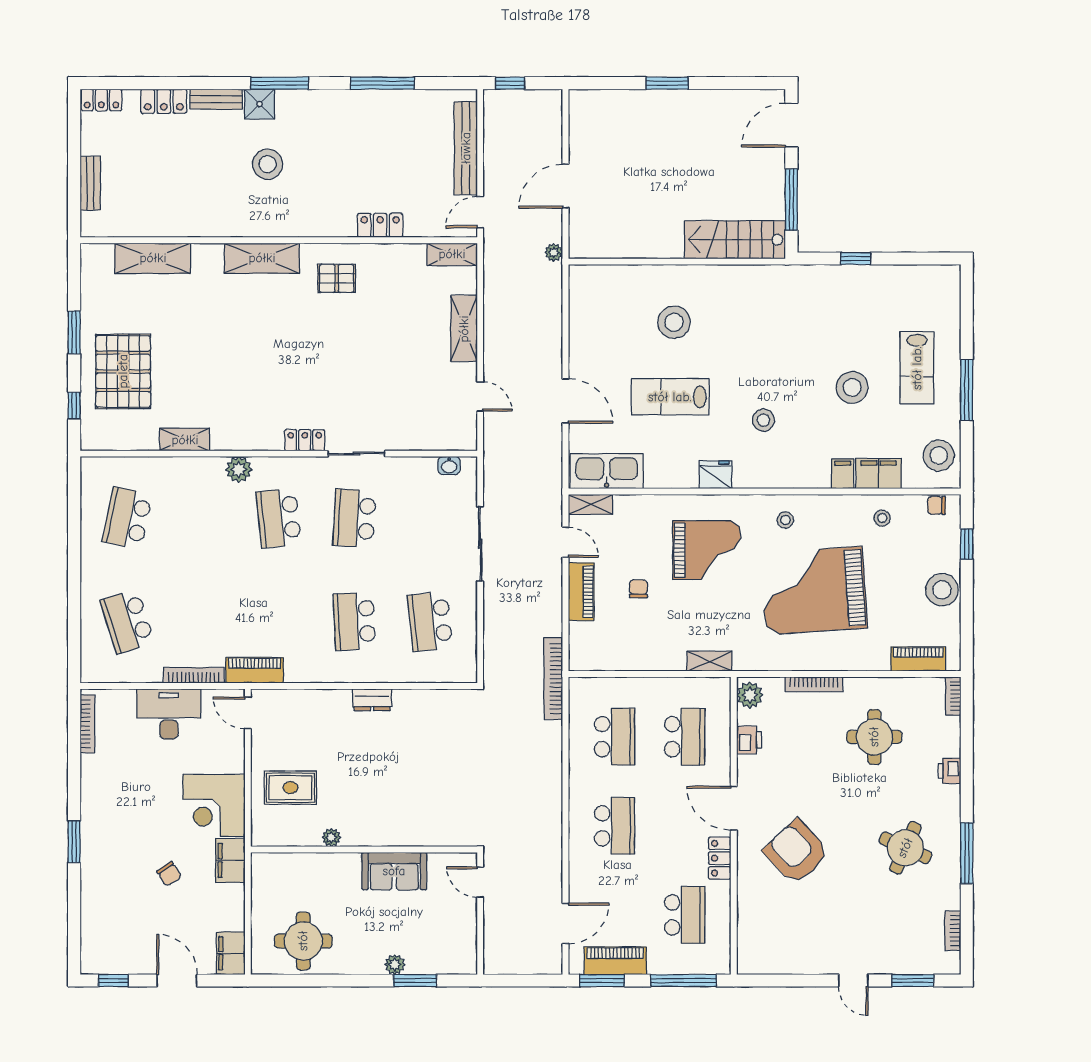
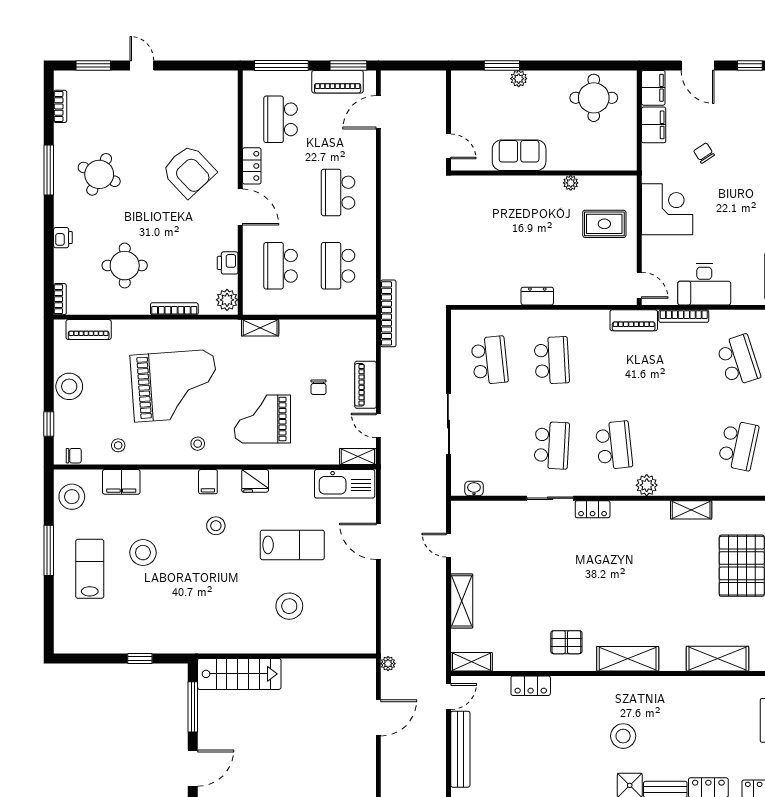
filing cabinet: (843, 474) -> (208, 482), moved
filing cabinet: (230, 860) -> (654, 125), moved

